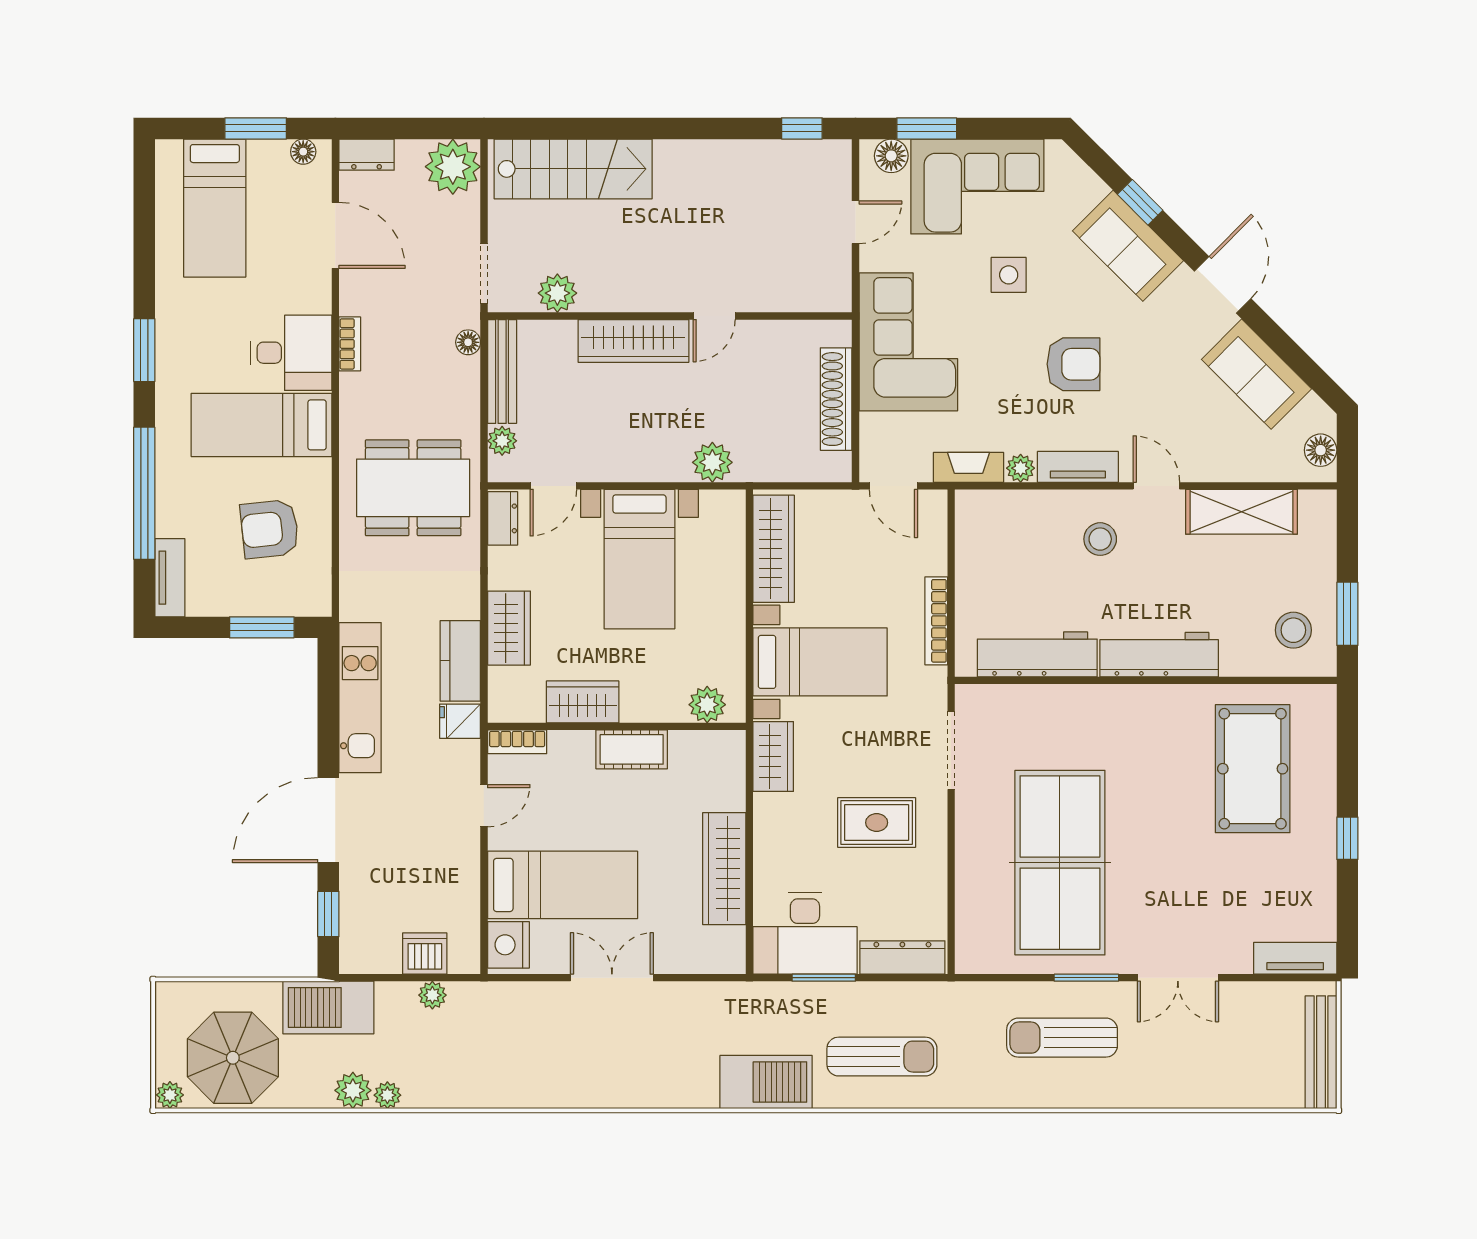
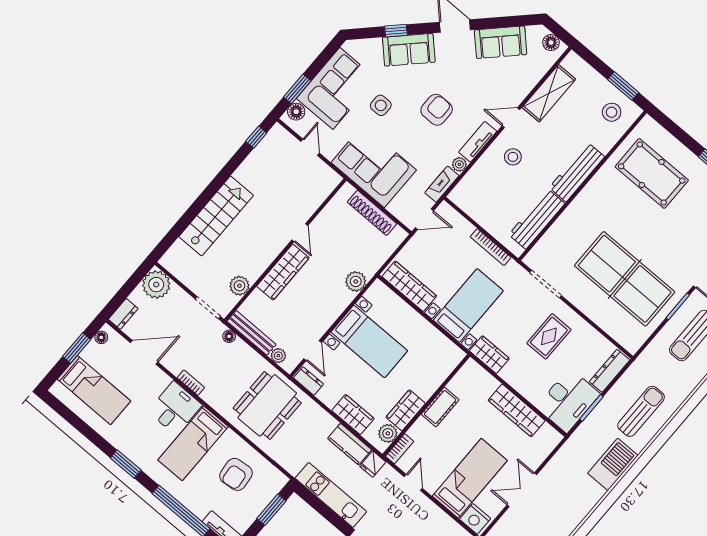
stairs: (573, 169) -> (216, 216), moved
plant: (707, 705) -> (388, 433), moved

